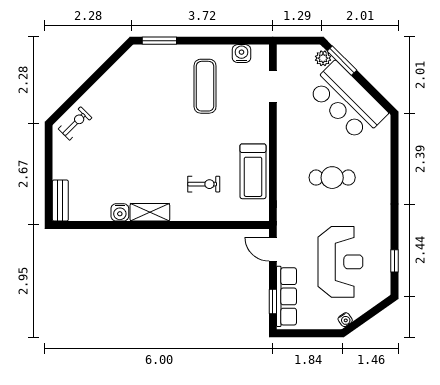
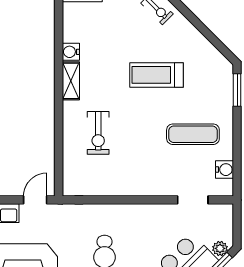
treadmill: (253, 171) -> (156, 75), moved
exercise bike: (204, 184) -> (98, 133), width x1.38, depth x1.39

